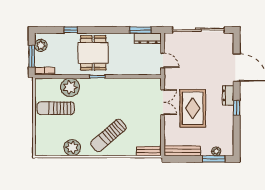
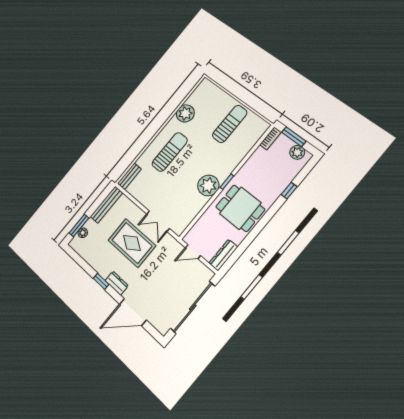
window: (140, 30) -> (236, 255), removed
dining table: (93, 53) -> (240, 208), moved
plant: (70, 87) -> (208, 185), moved
sun lounger: (108, 136) -> (170, 152), turned 41

